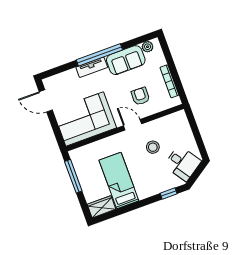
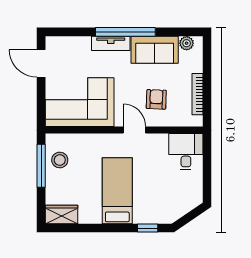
stool: (153, 147) -> (60, 160), moved
desk: (182, 163) -> (186, 152), moved, turned -146
bed: (119, 180) -> (117, 191), moved

